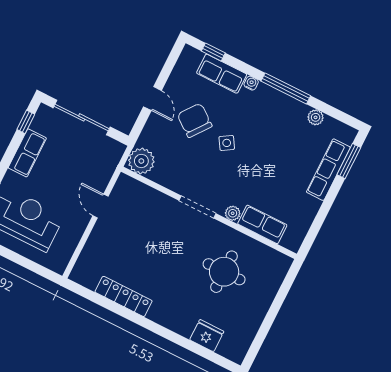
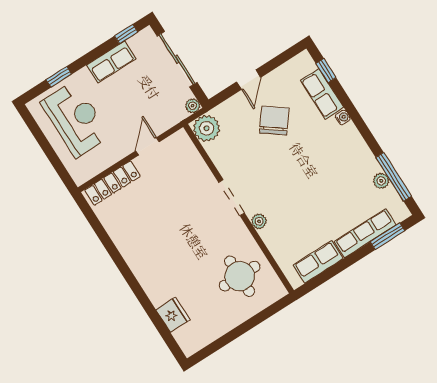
window: (286, 88) -> (394, 177), moved
side table: (227, 143) -> (290, 157), removed
plant: (118, 149) -> (193, 106), added
row of seats: (262, 224) -> (318, 262), moved, turned -90
round table: (224, 272) -> (240, 276), moved
locker: (124, 296) -> (112, 183), moved, turned 90

